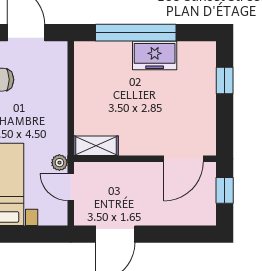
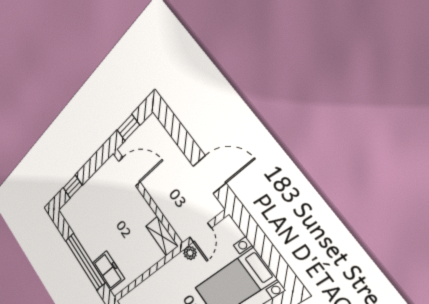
freezer: (155, 55) -> (108, 271), moved

